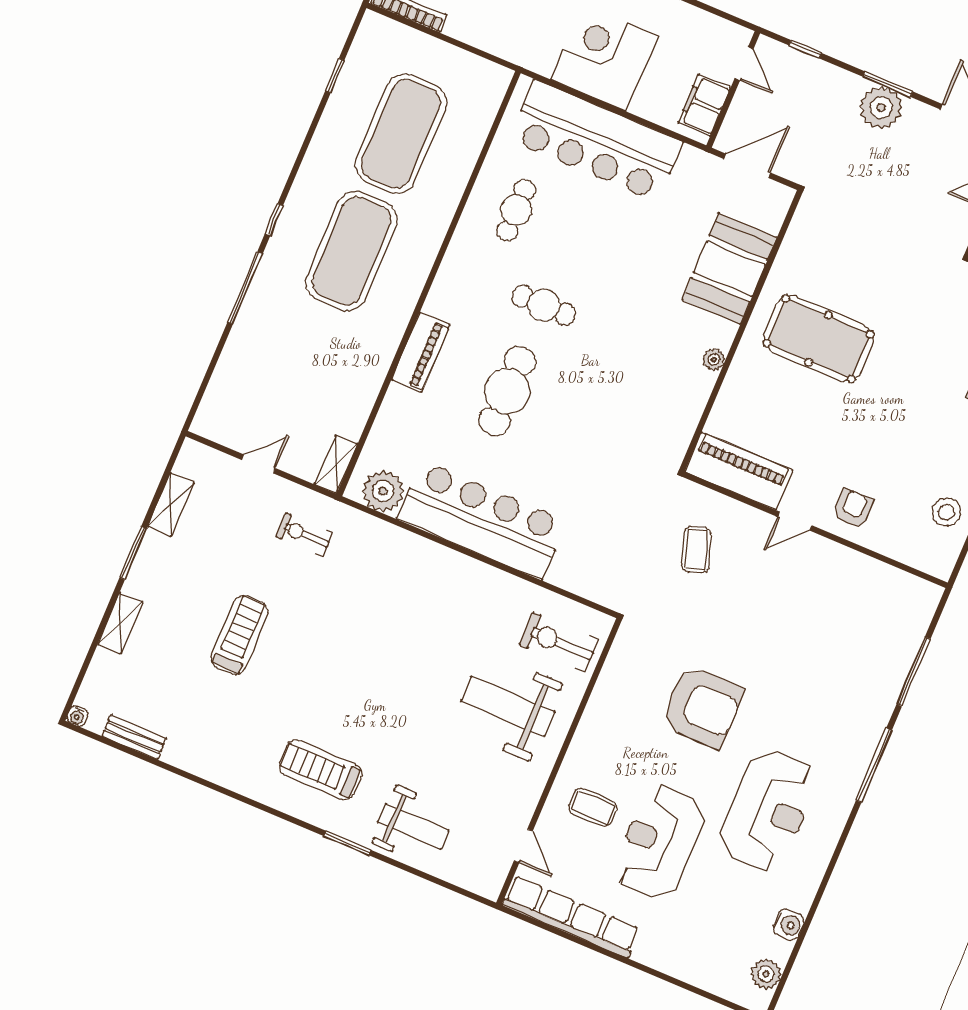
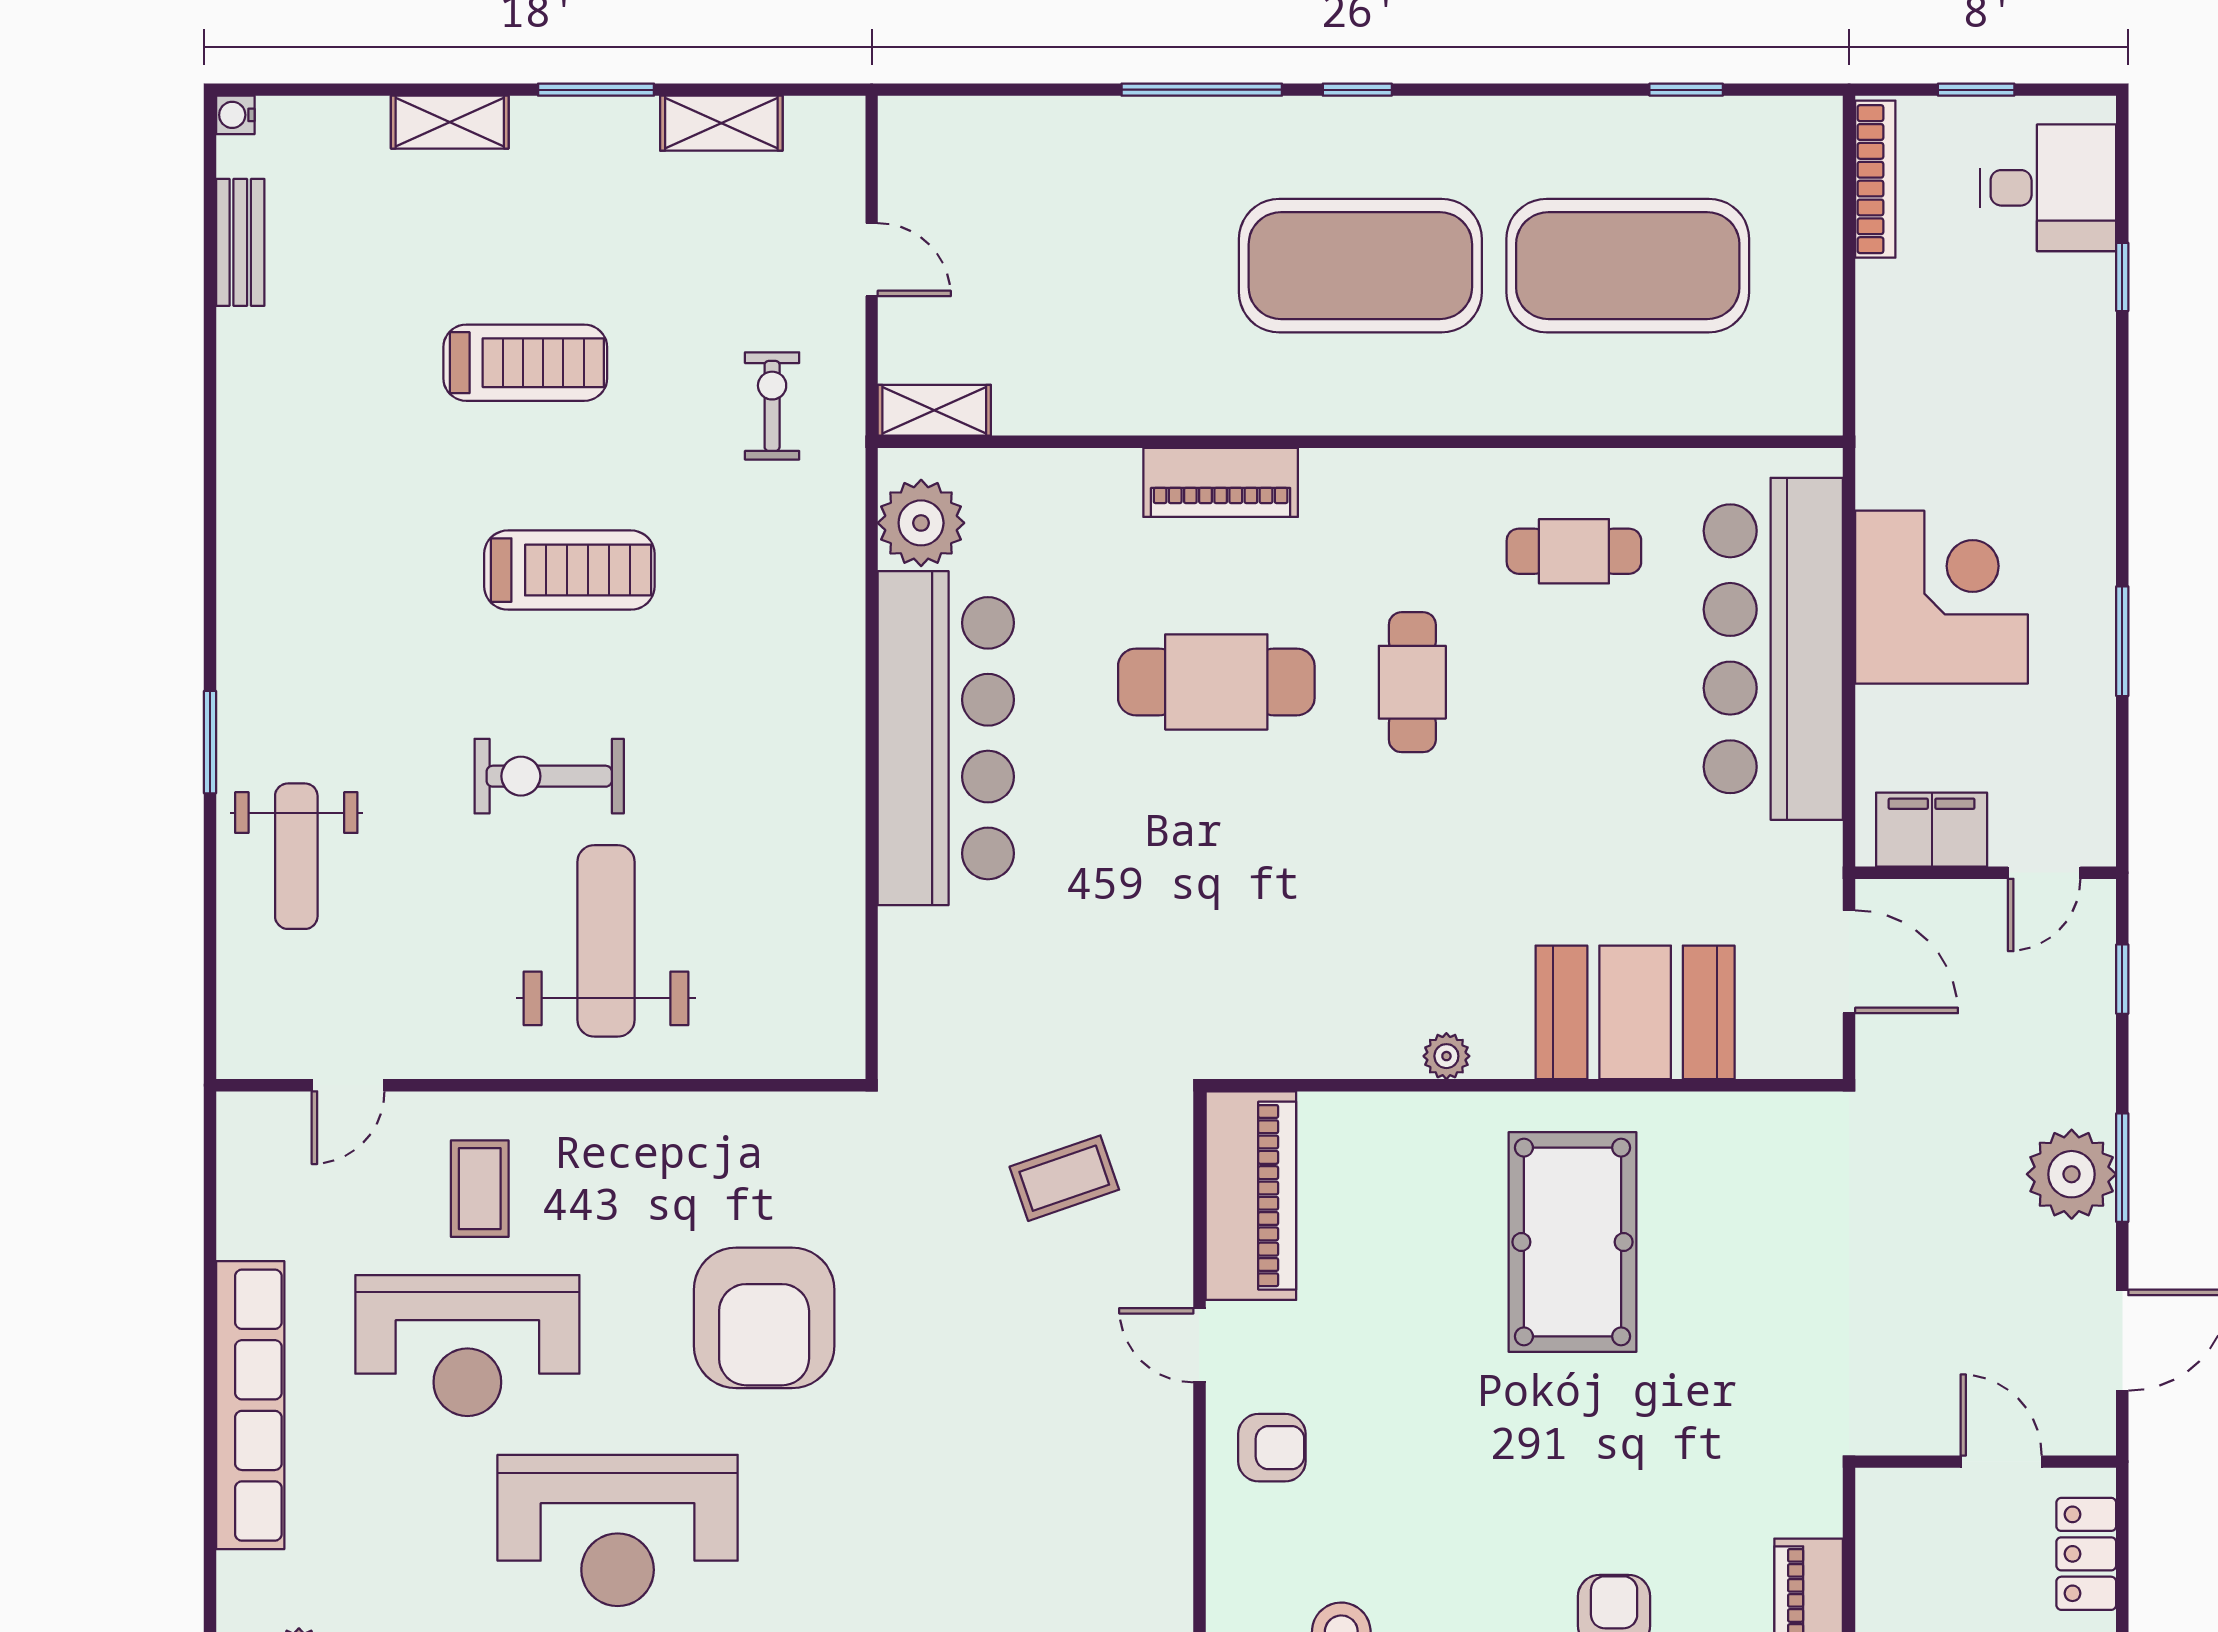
exercise bike: (559, 642) -> (549, 776), moved, turned -90
treadmill: (320, 770) -> (569, 570), moved, turned 90
reception desk: (659, 842) -> (467, 1346), turned 180
row of seats: (571, 917) -> (250, 1405), moved

